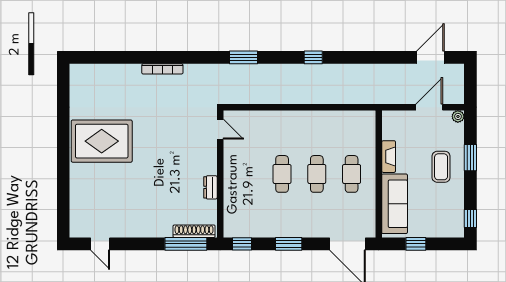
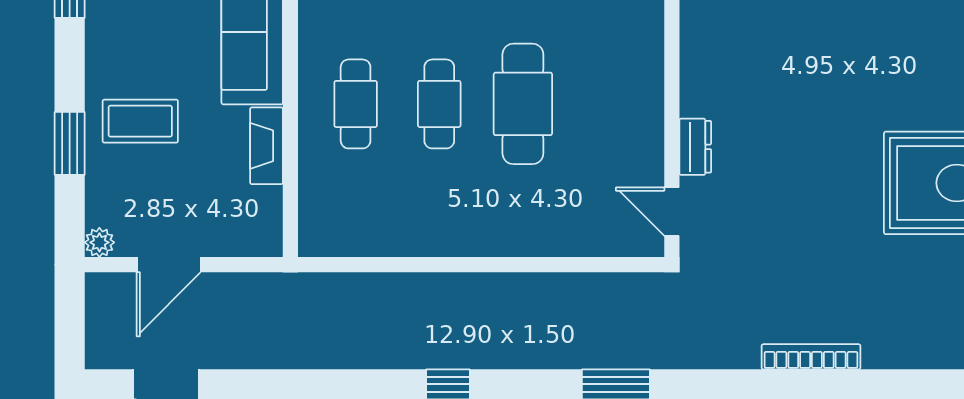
coffee table: (441, 167) -> (140, 121), turned 90
cafe table: (282, 174) -> (523, 104), width x1.37, depth x1.35
dresser: (210, 187) -> (695, 147), moved

